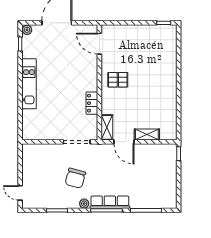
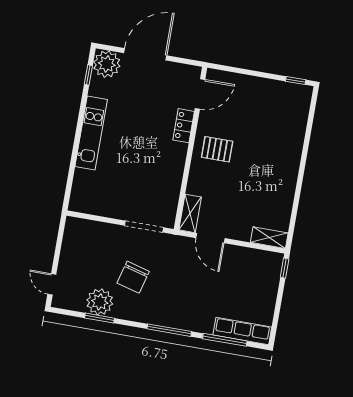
plant: (27, 30) -> (107, 64), width x1.87, depth x1.87
door: (99, 44) -> (200, 94), swing flipped
locker: (92, 103) -> (184, 126), moved
shelving: (147, 134) -> (269, 238), moved
row of seats: (110, 202) -> (242, 331), moved
plant: (84, 204) -> (100, 302), moved, width x1.87, depth x1.87

